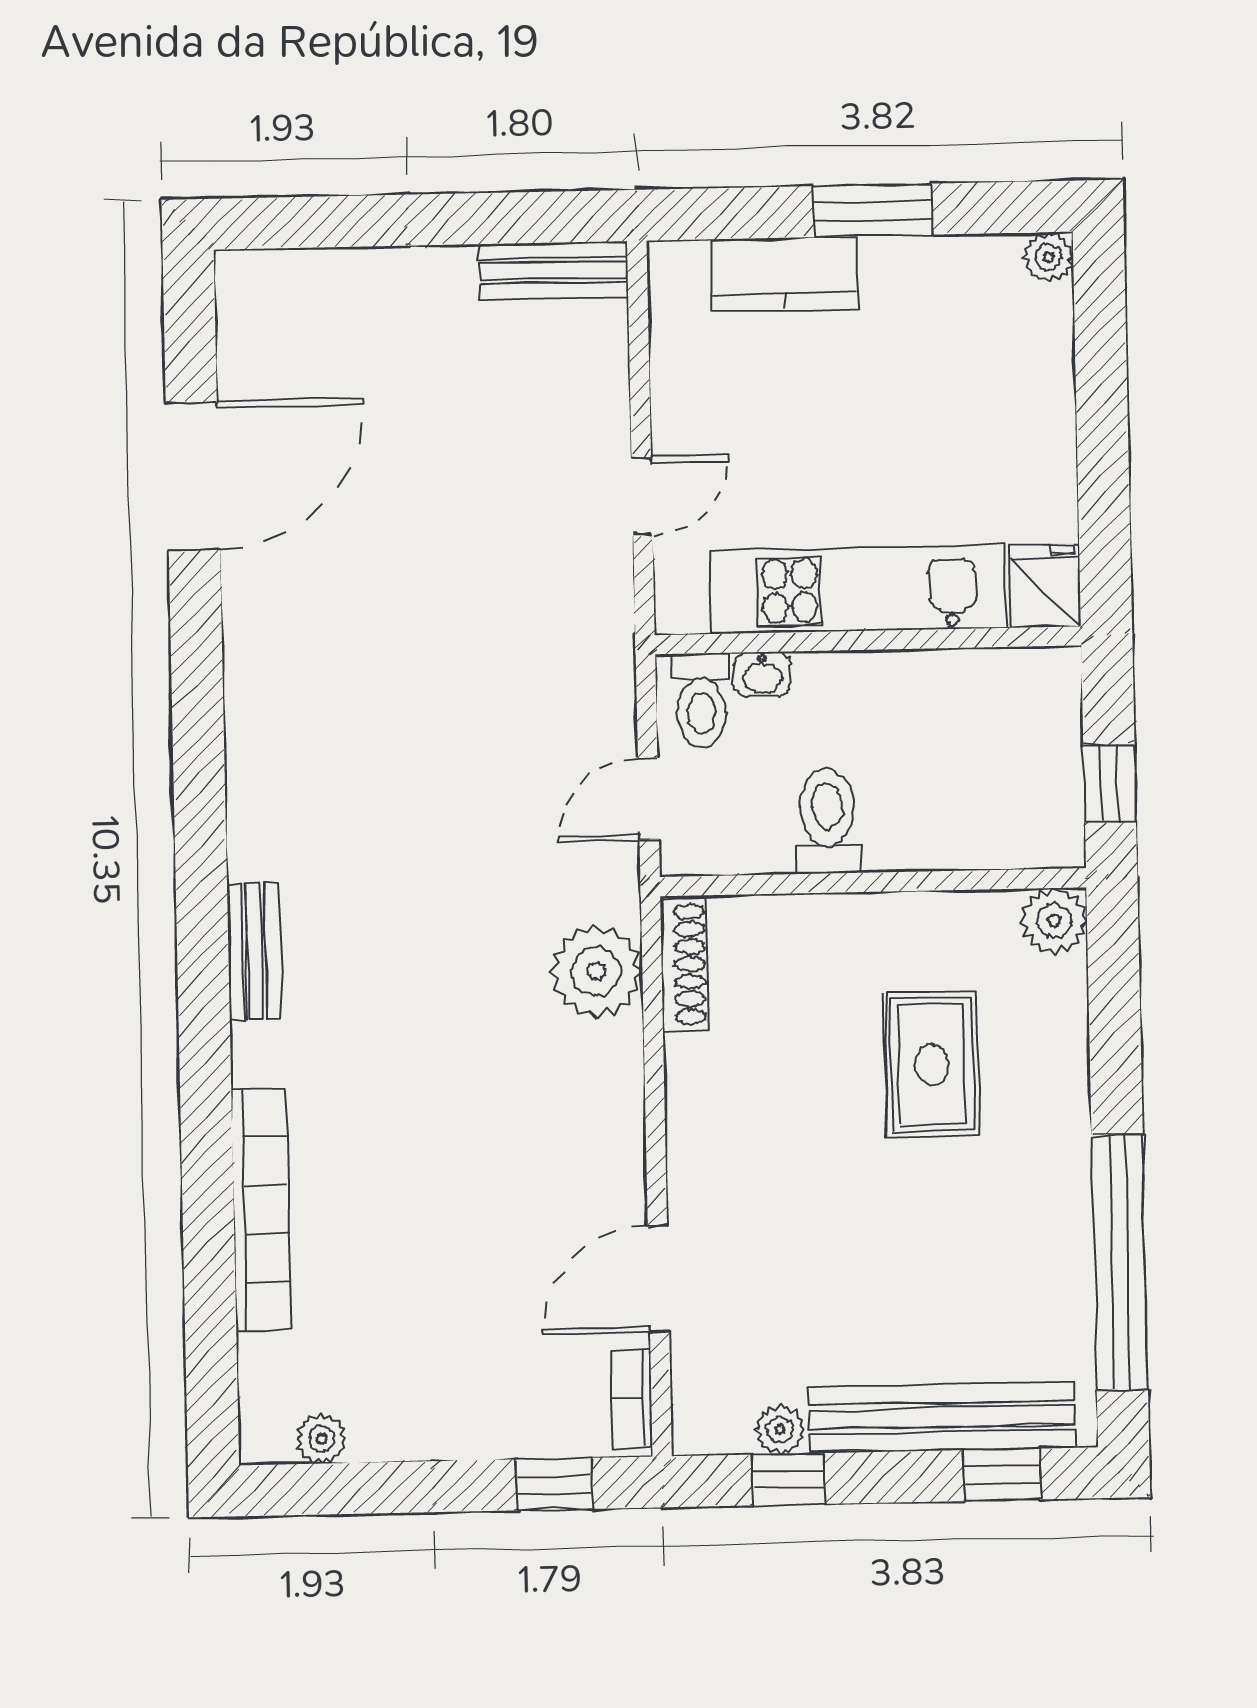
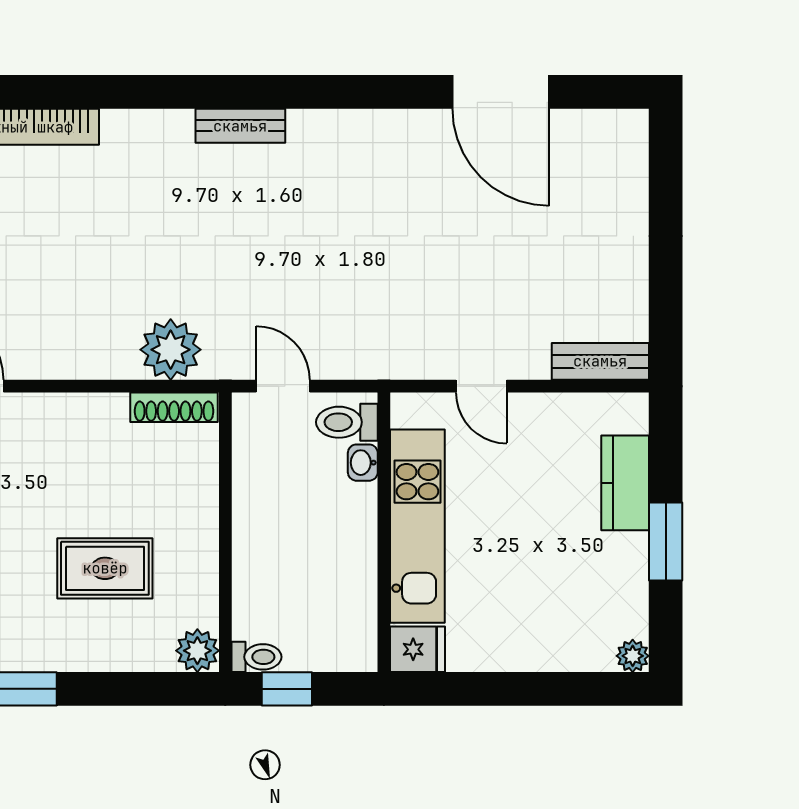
bench: (554, 271) -> (600, 361), moved, turned 90
toilet: (827, 821) -> (256, 657), moved, width x0.73, depth x0.72
bench: (254, 951) -> (240, 126), moved

